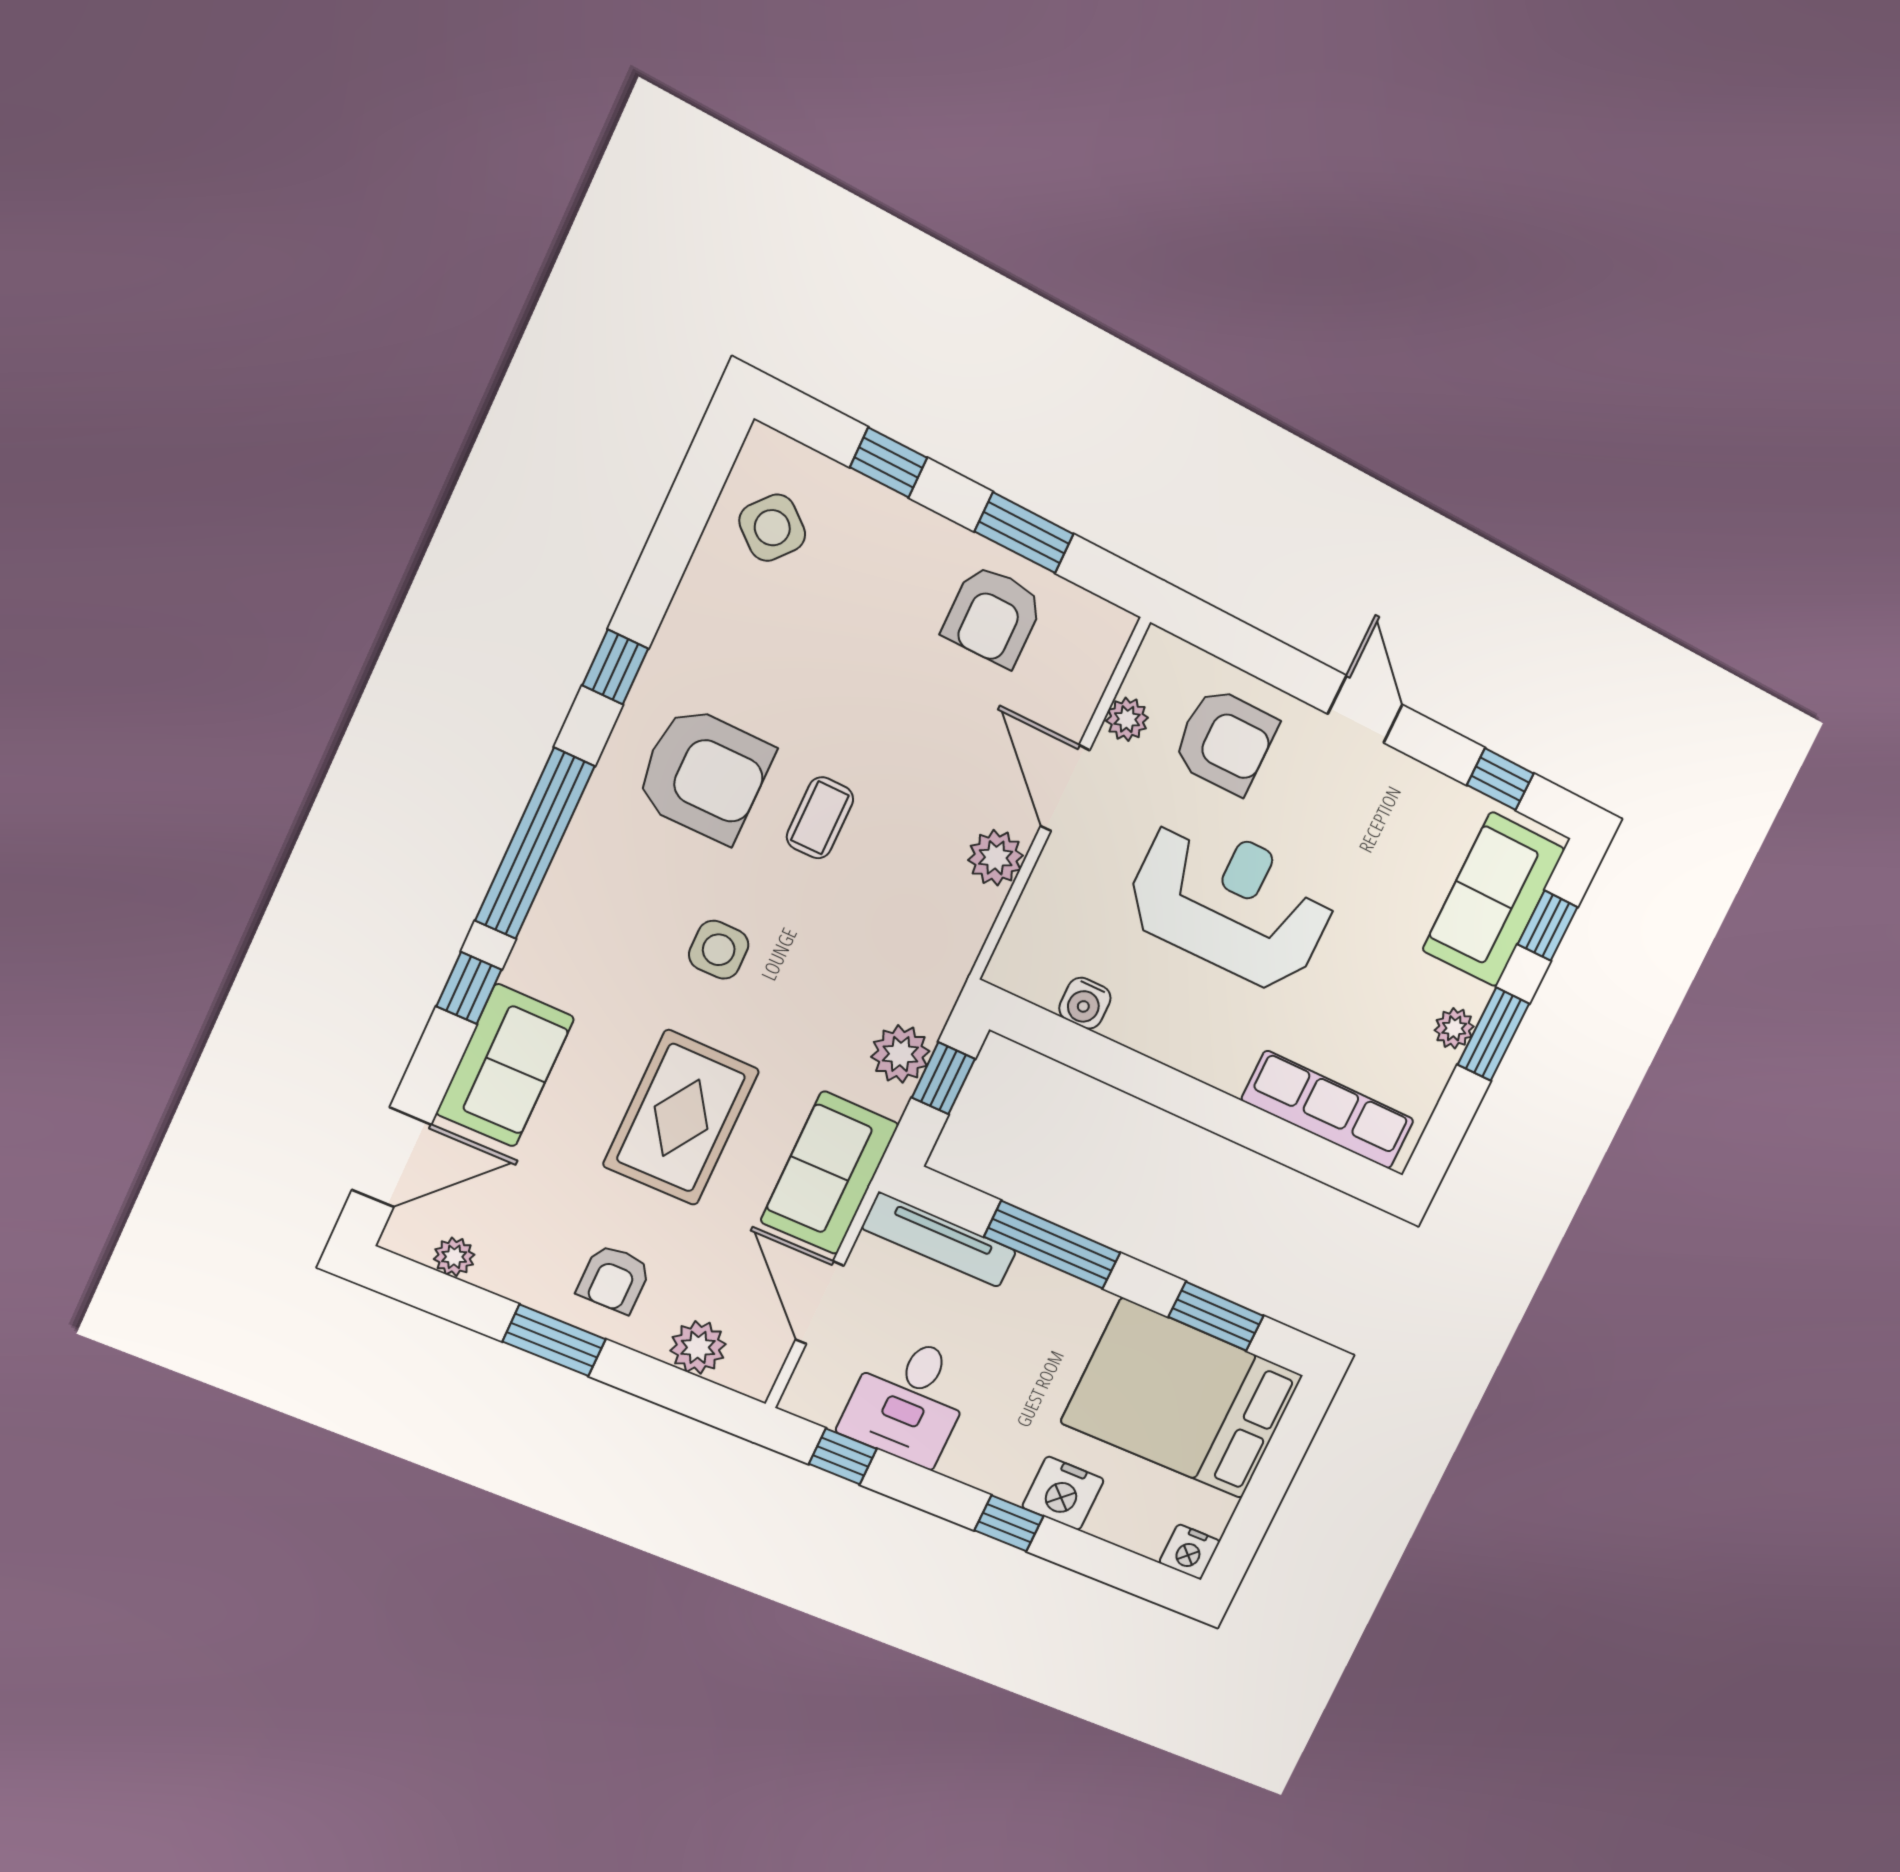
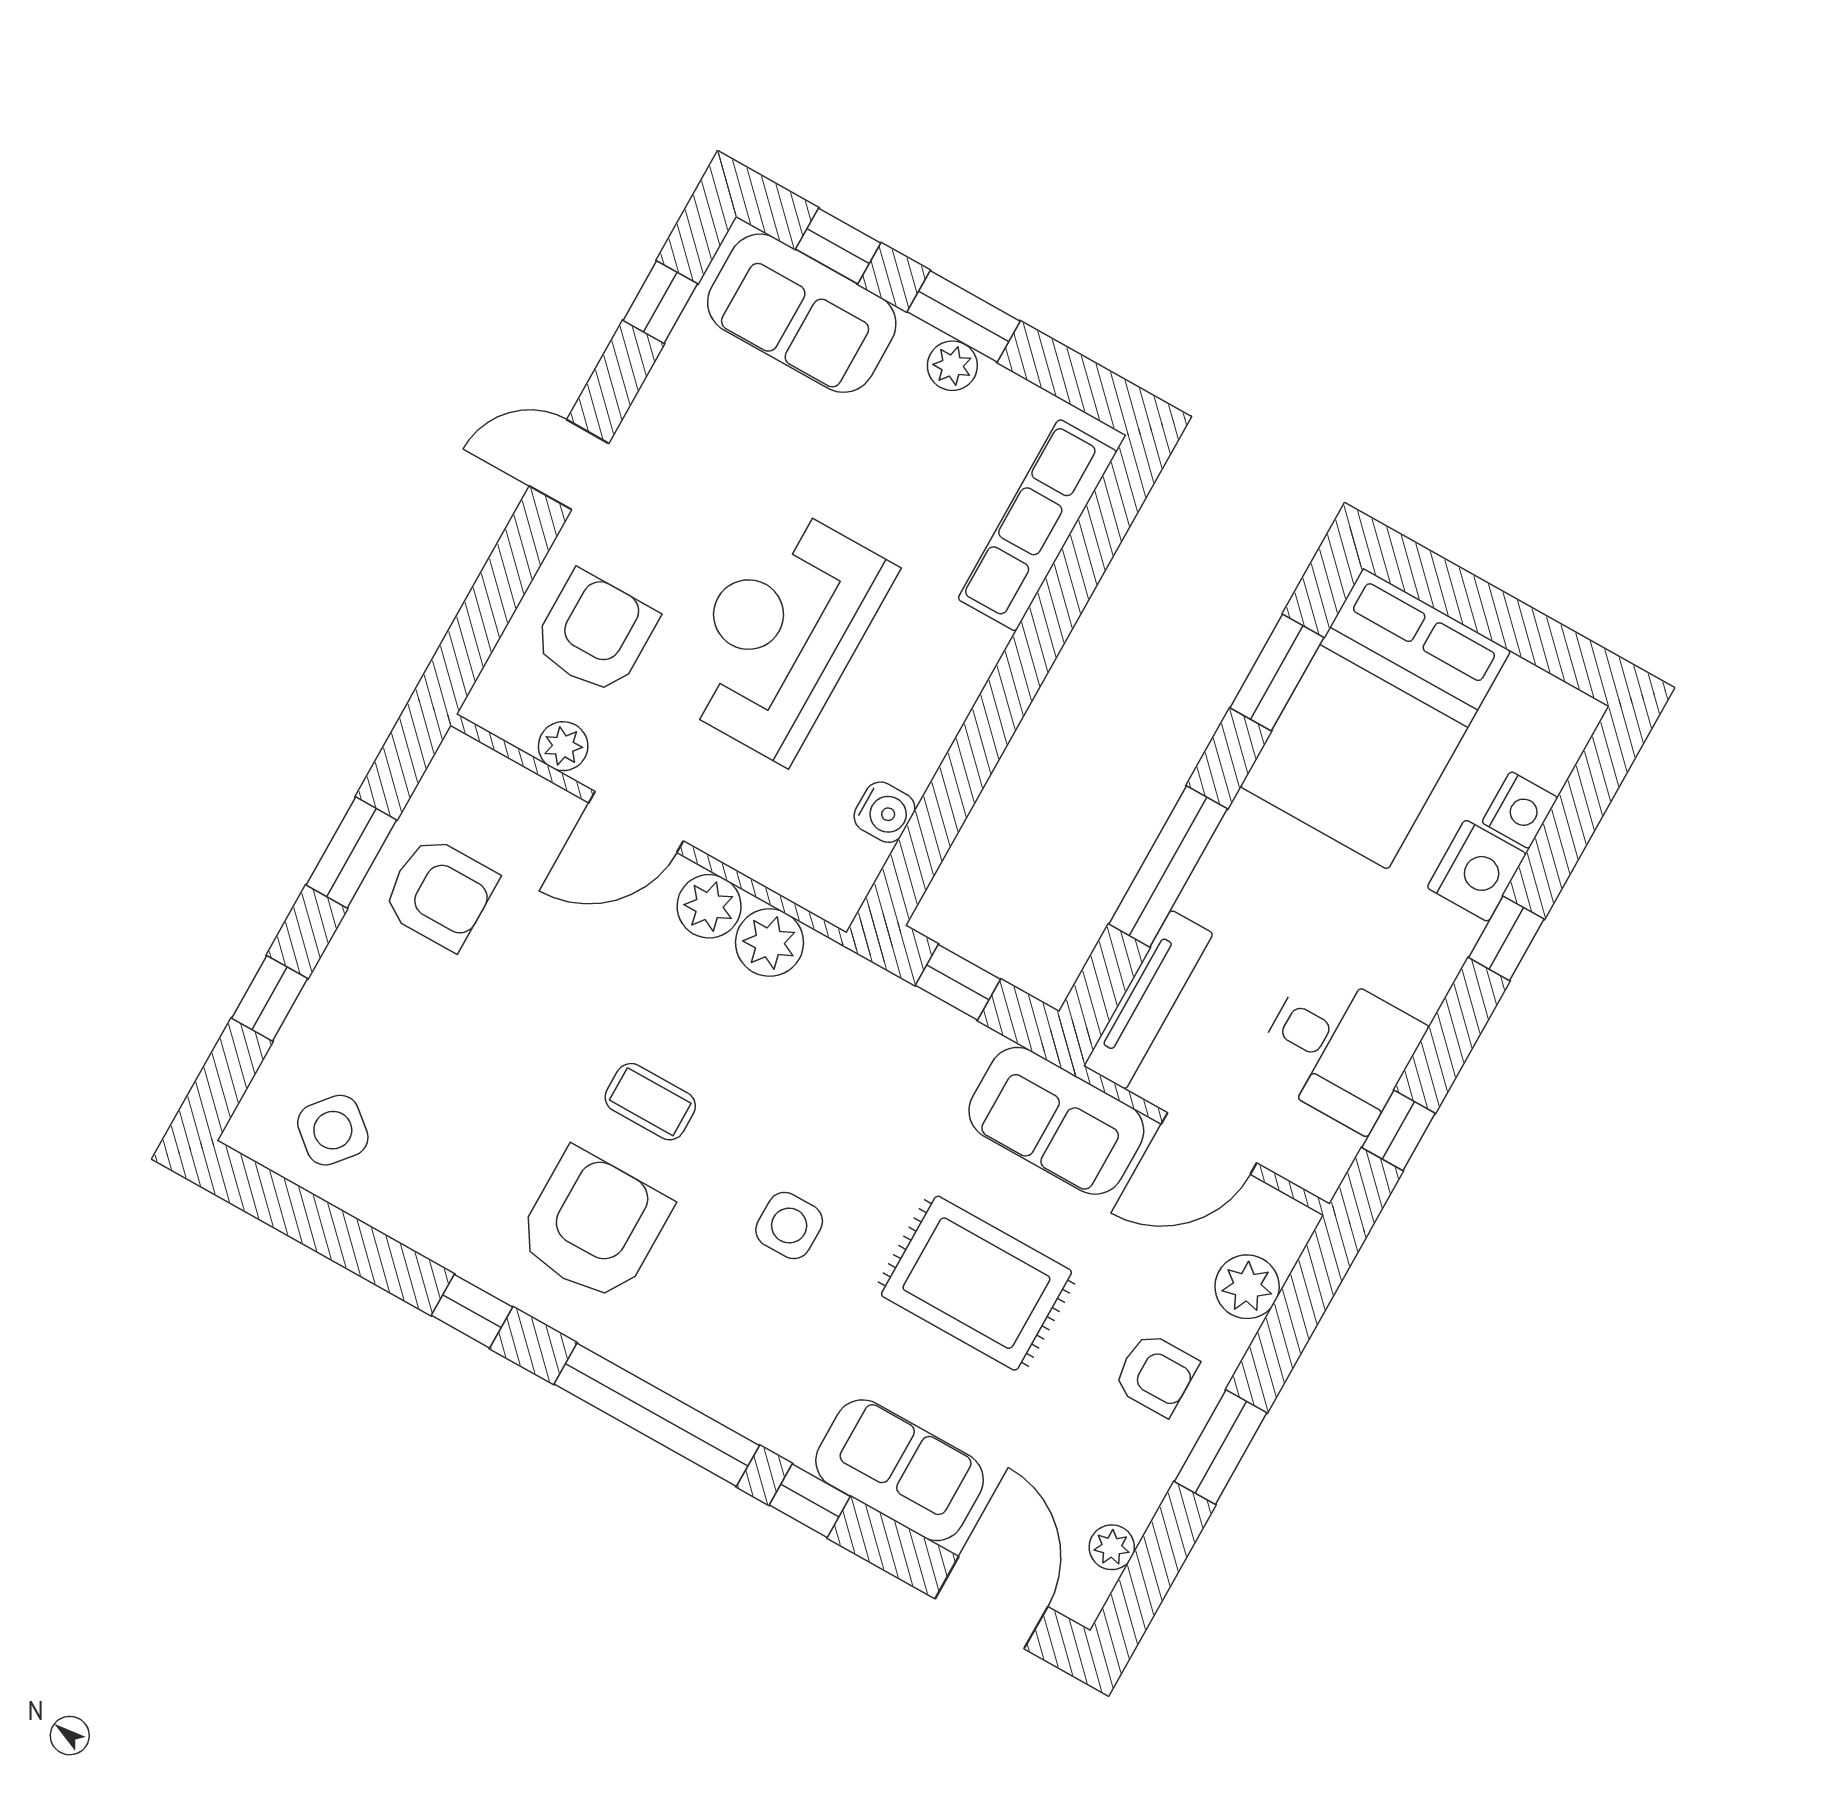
plant: (900, 1054) -> (770, 943), moved
nightstand: (1190, 1552) -> (1520, 810), moved

